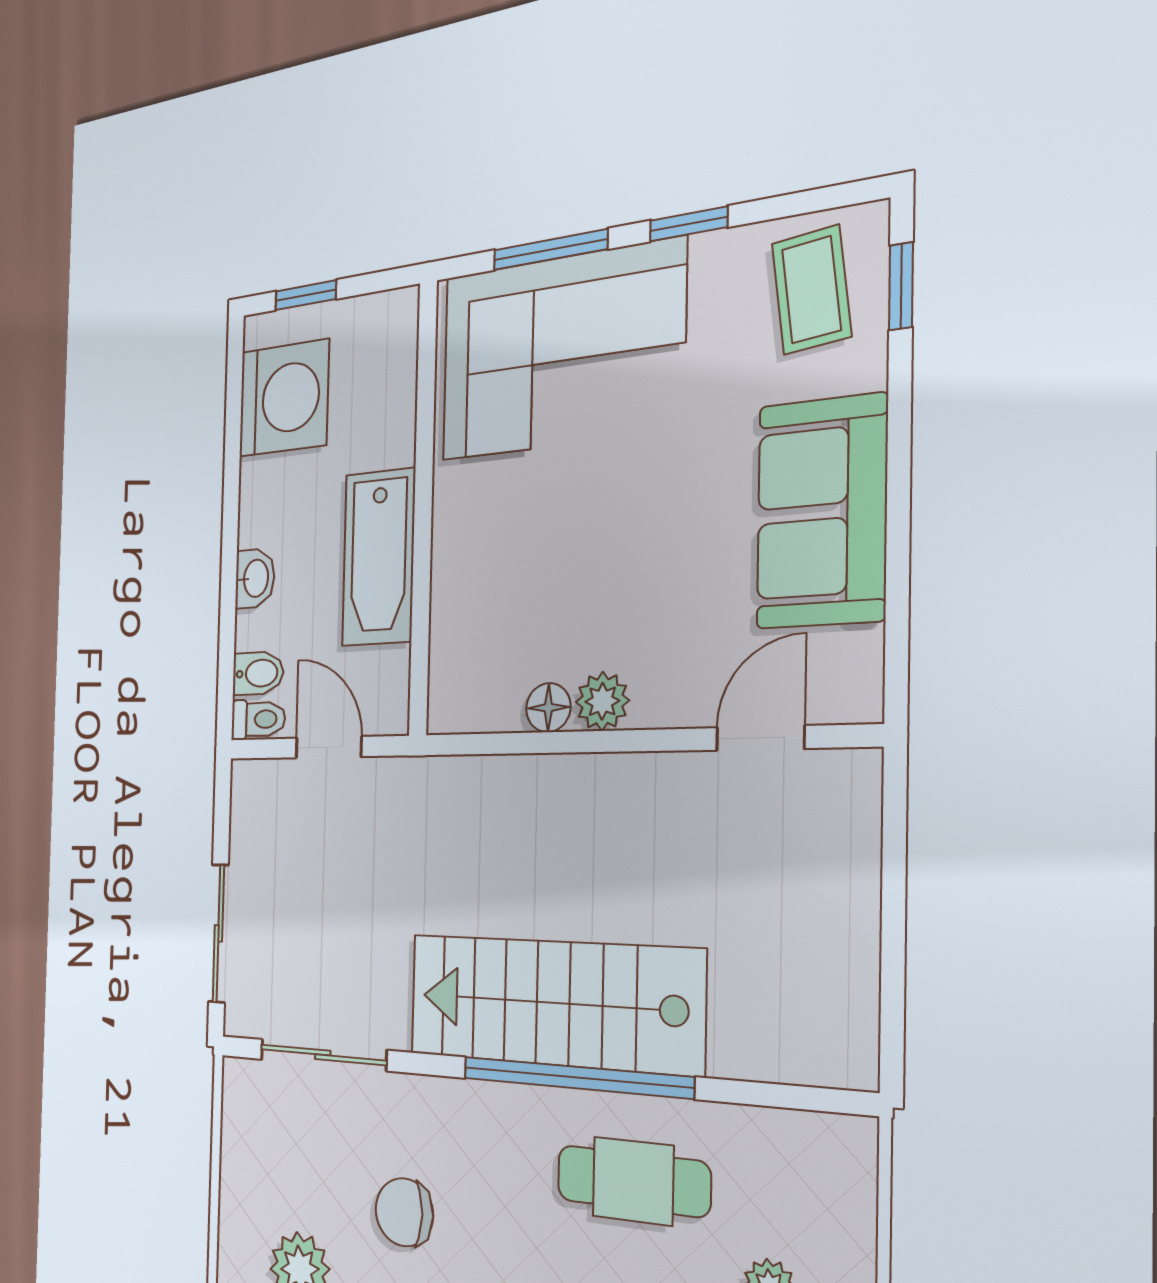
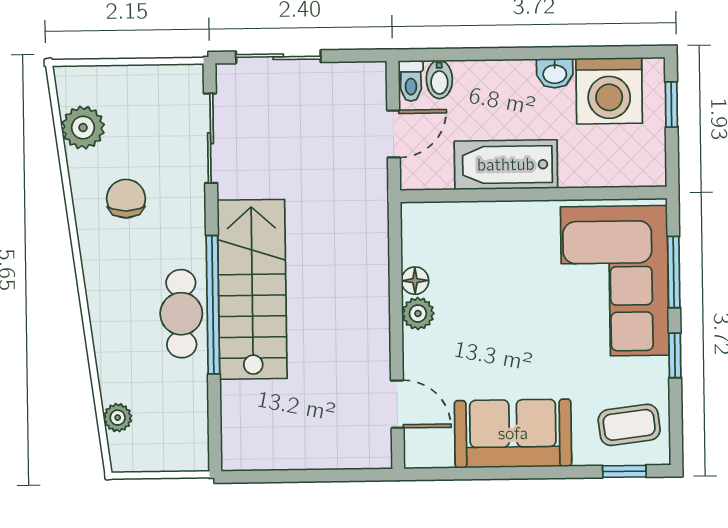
washbasin: (255, 578) -> (555, 73), moved
cafe table: (633, 1181) -> (181, 314), moved

